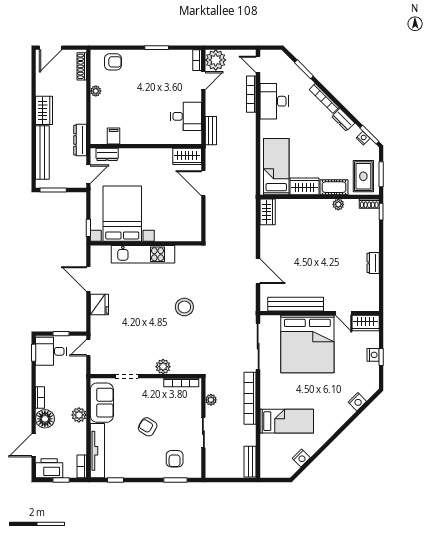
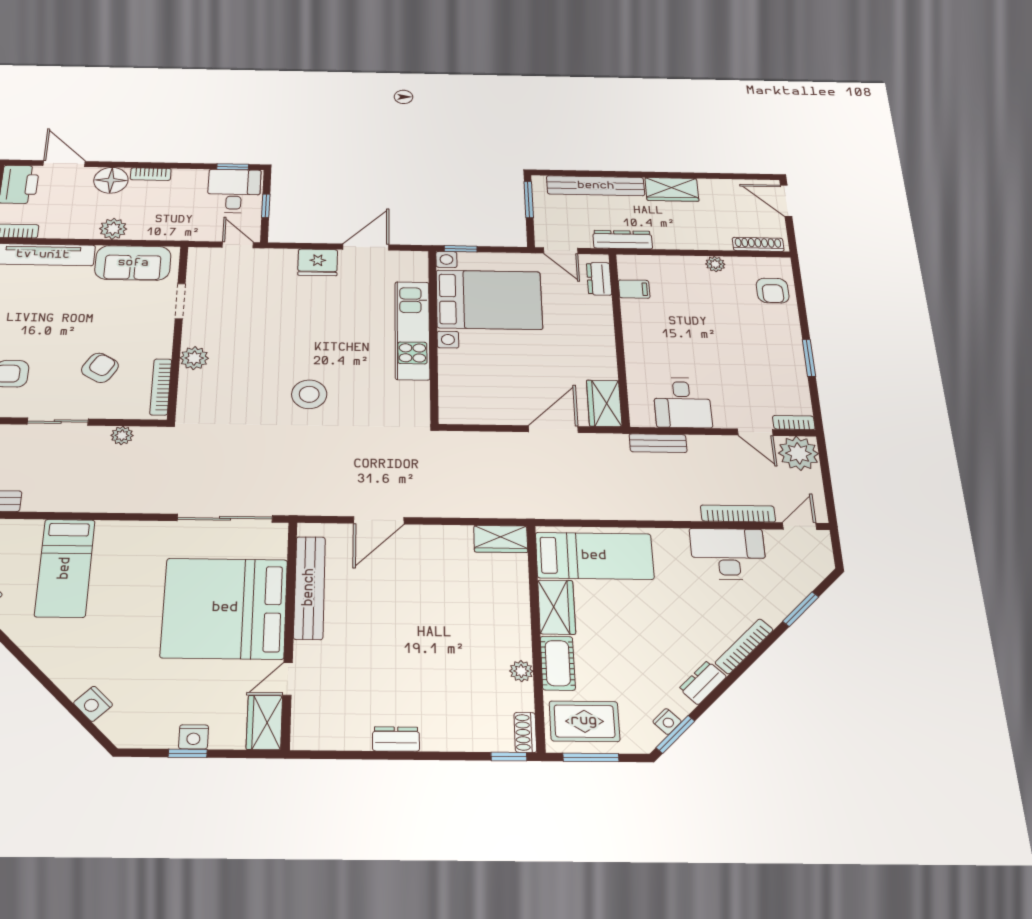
bookcase: (250, 398) -> (119, 503), removed
armchair: (148, 427) -> (100, 368), moved

